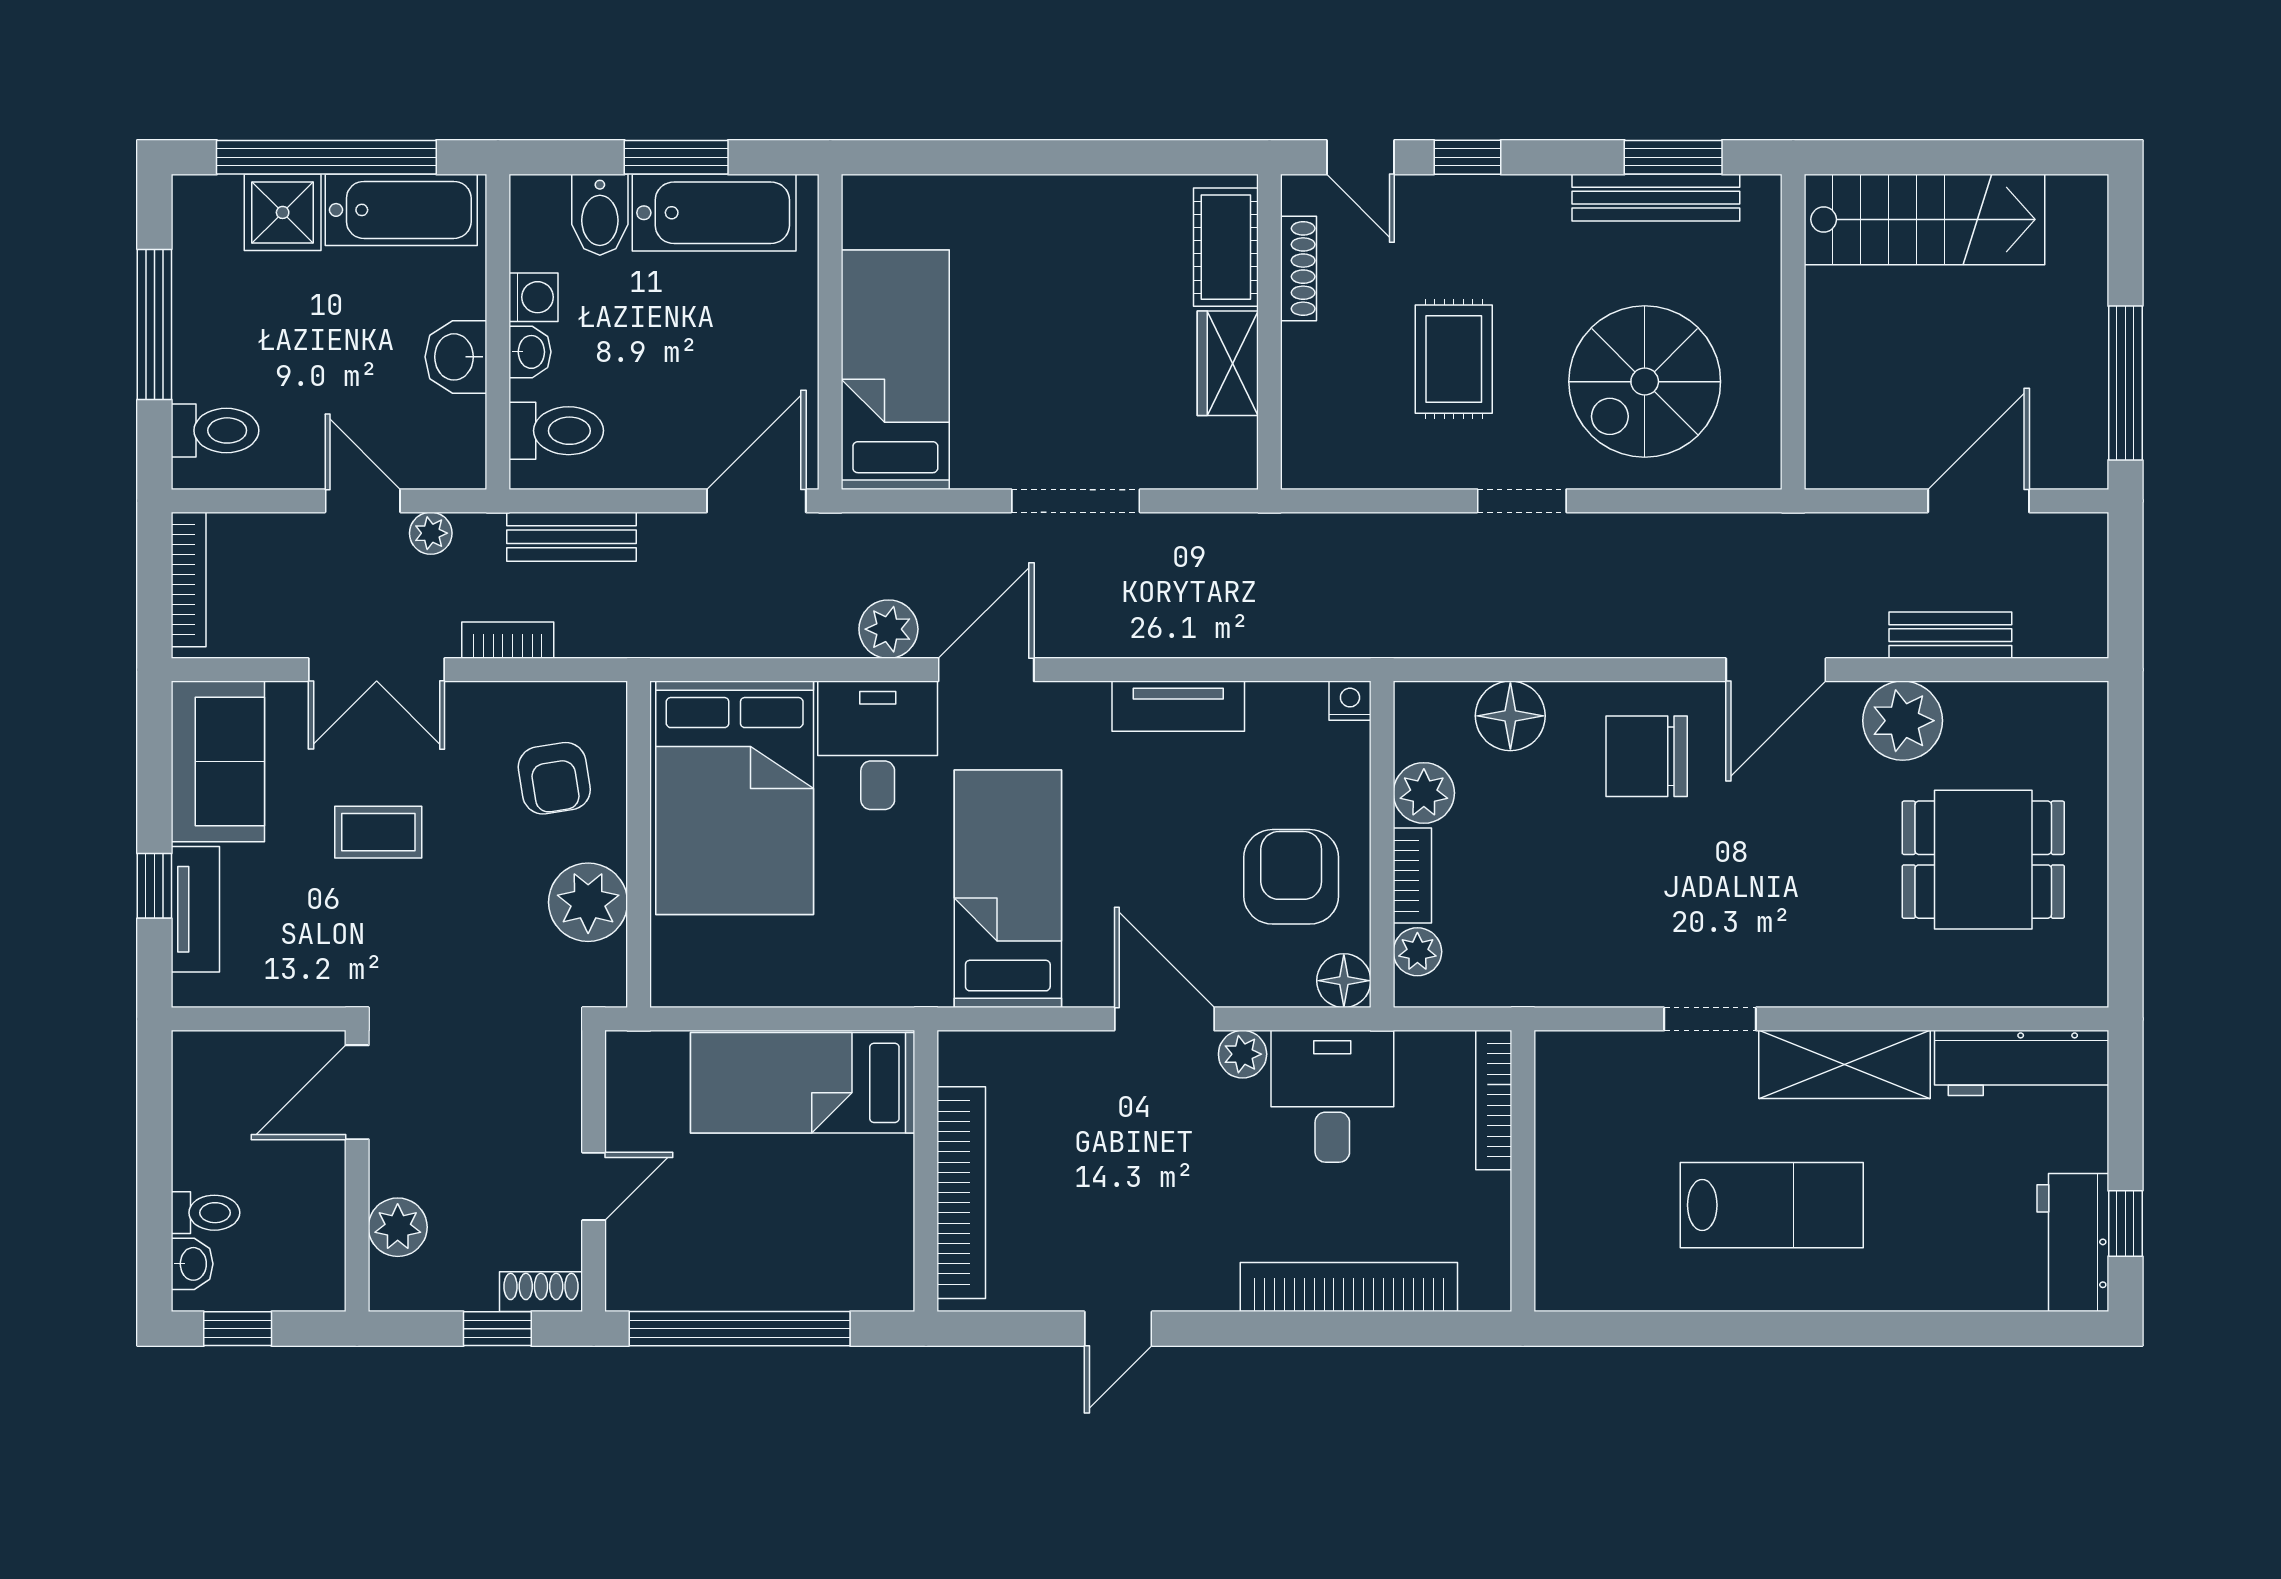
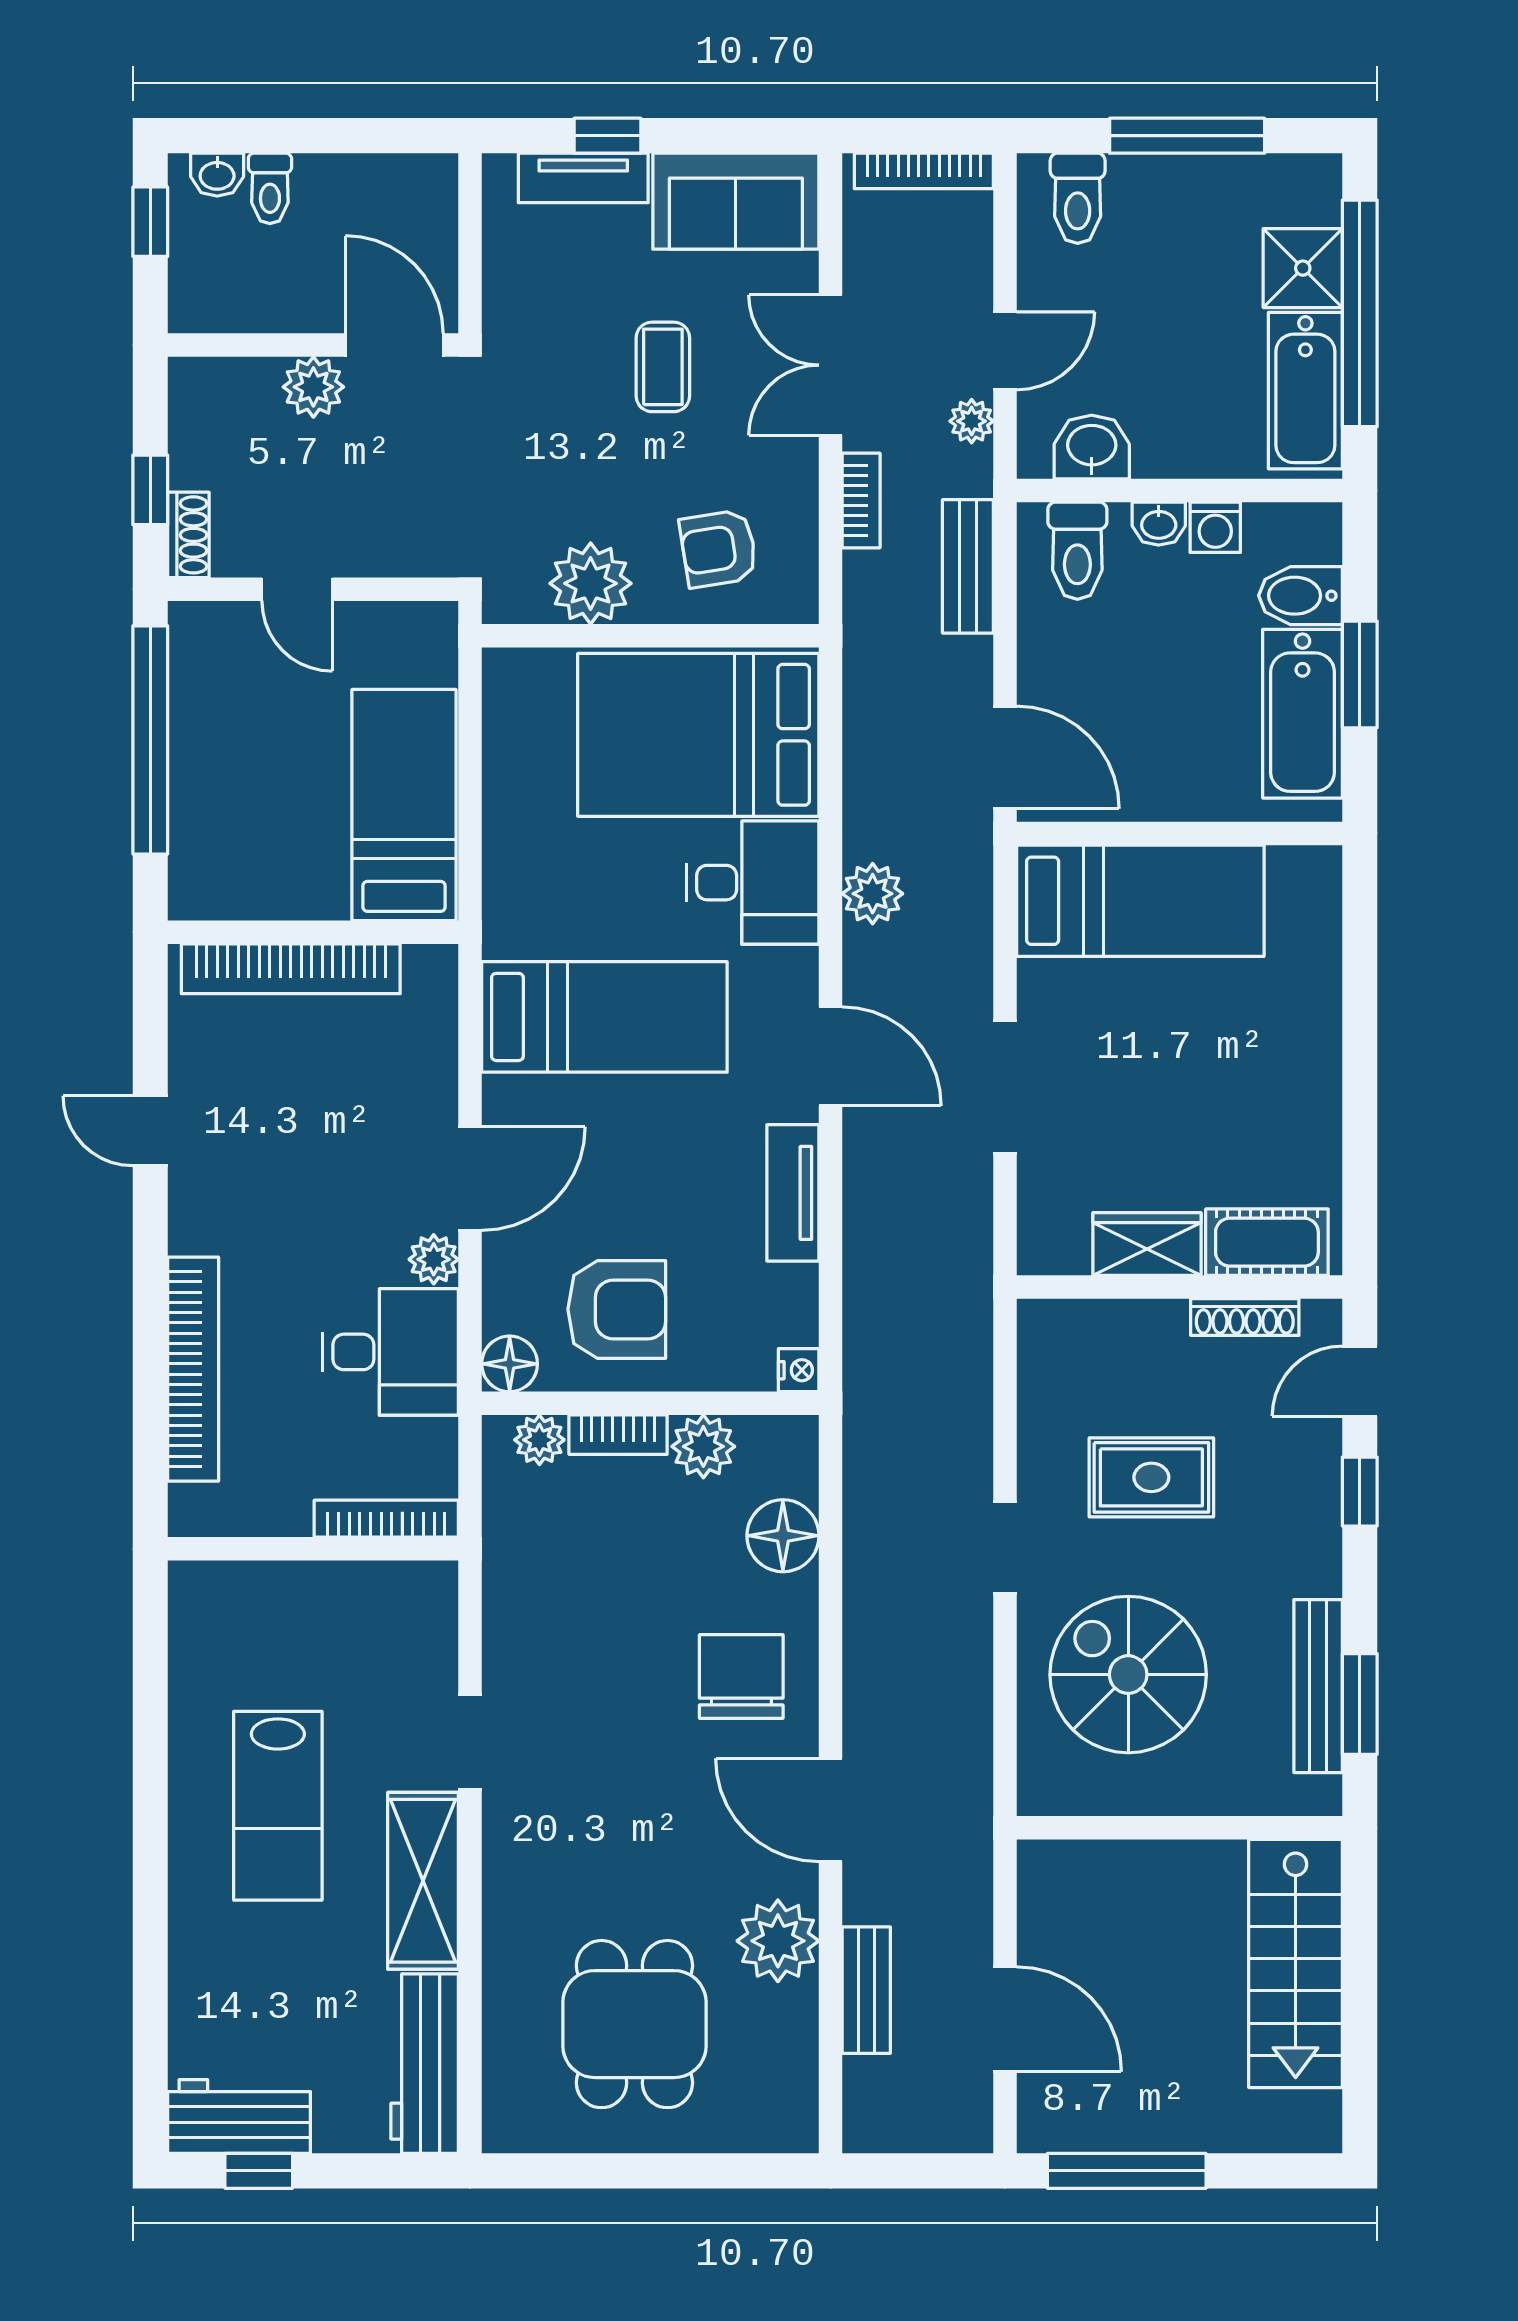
washbasin: (456, 357) -> (1092, 447), moved
door: (986, 670) -> (831, 1056), moved
plant: (398, 1227) -> (313, 387), moved

